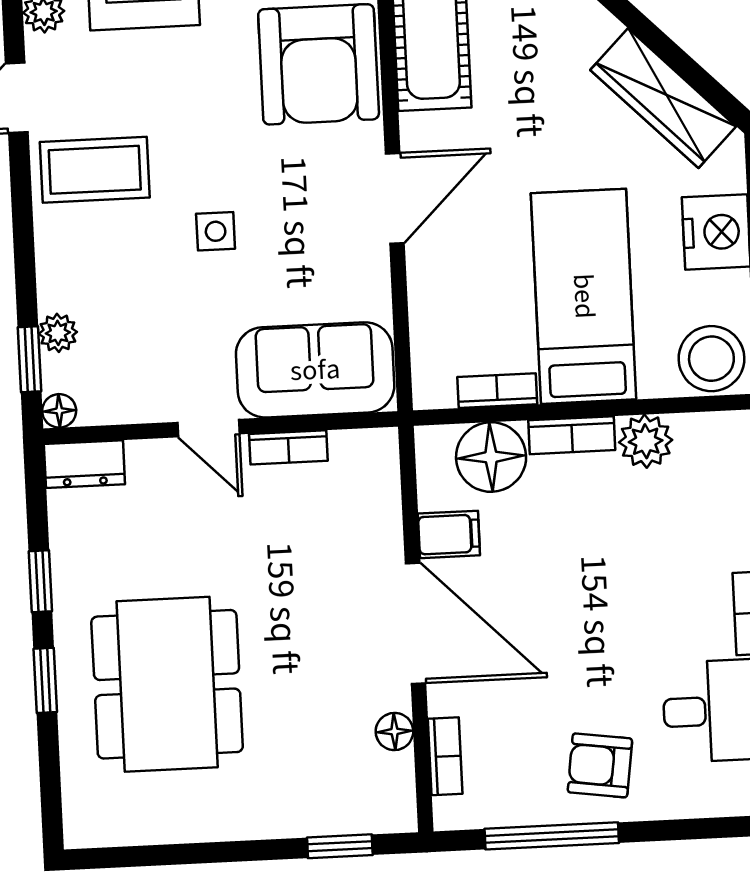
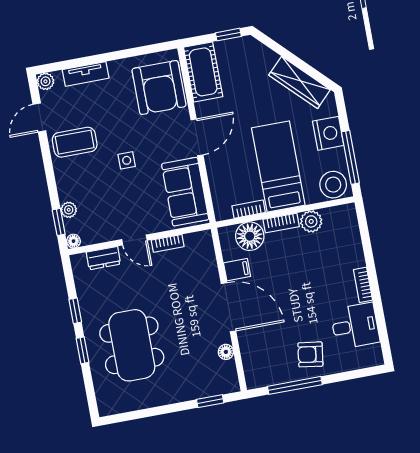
sofa: (315, 370) -> (185, 192), moved, turned -90
dresser: (84, 464) -> (103, 258), moved
bookcase: (445, 756) -> (248, 359), removed

